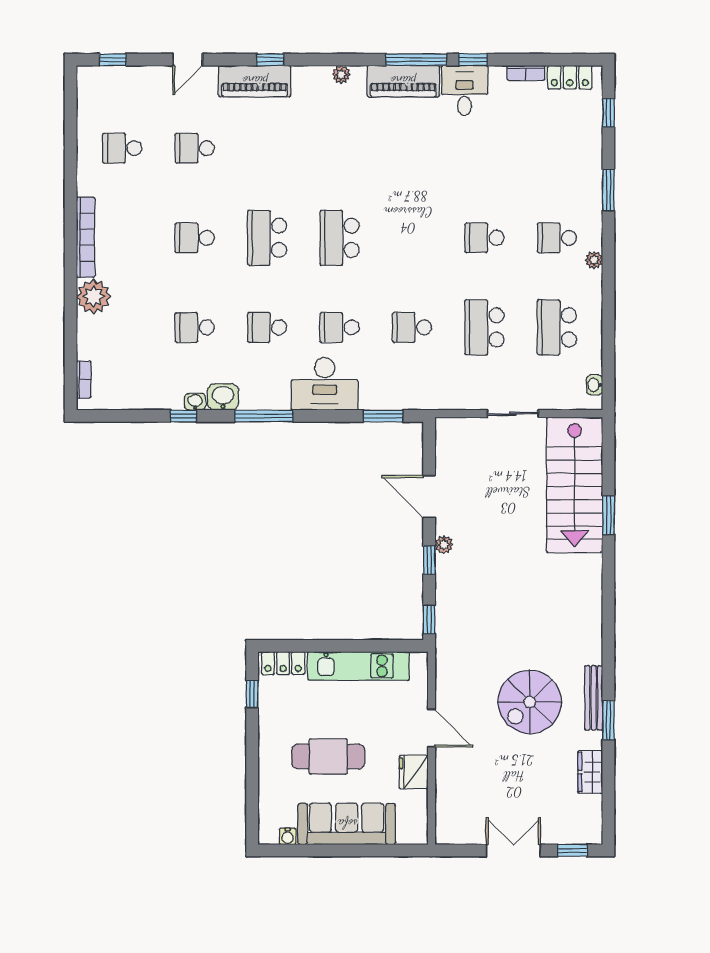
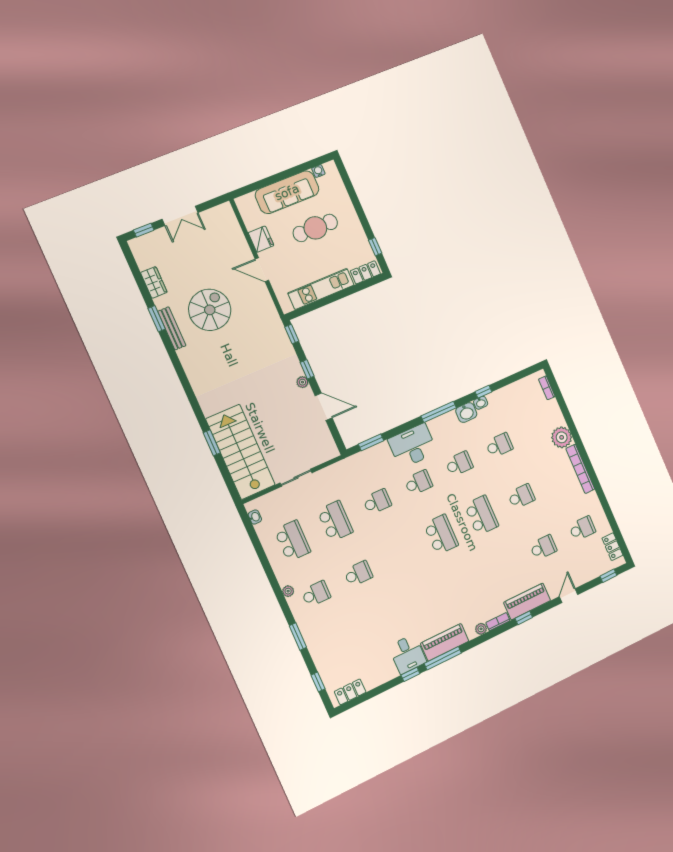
bookcase: (526, 73) -> (498, 622), moved
locker: (87, 100) -> (612, 547), added

